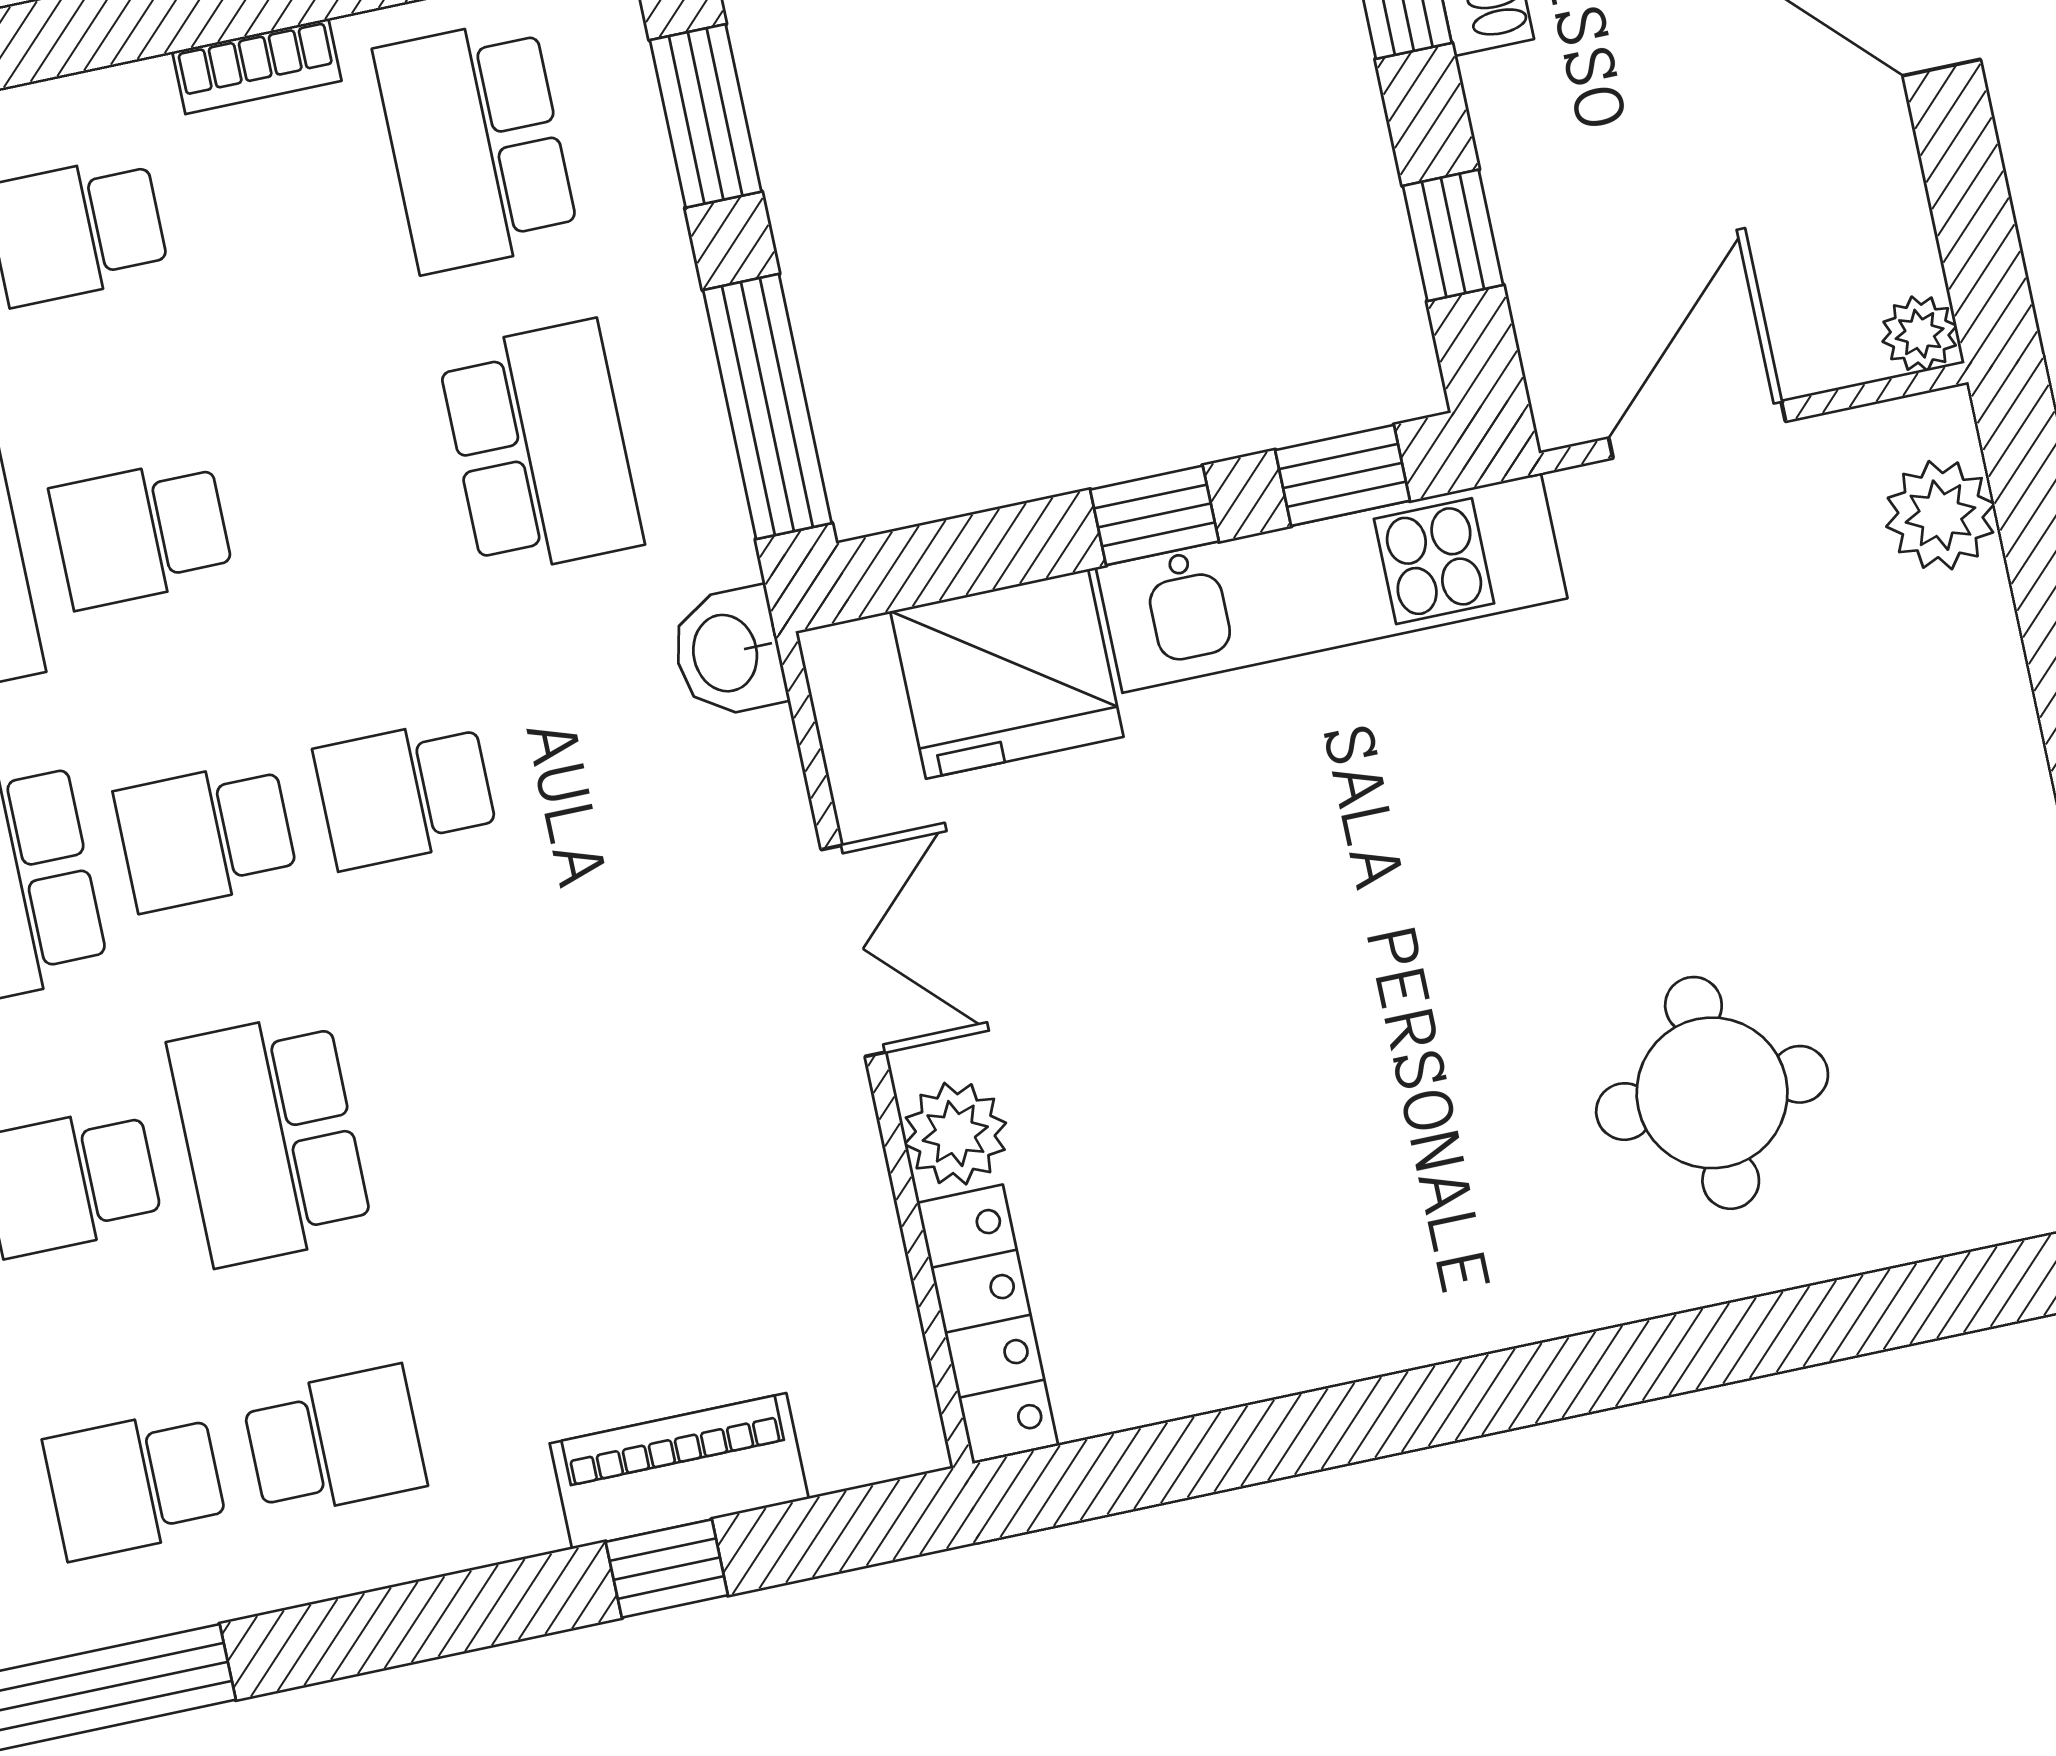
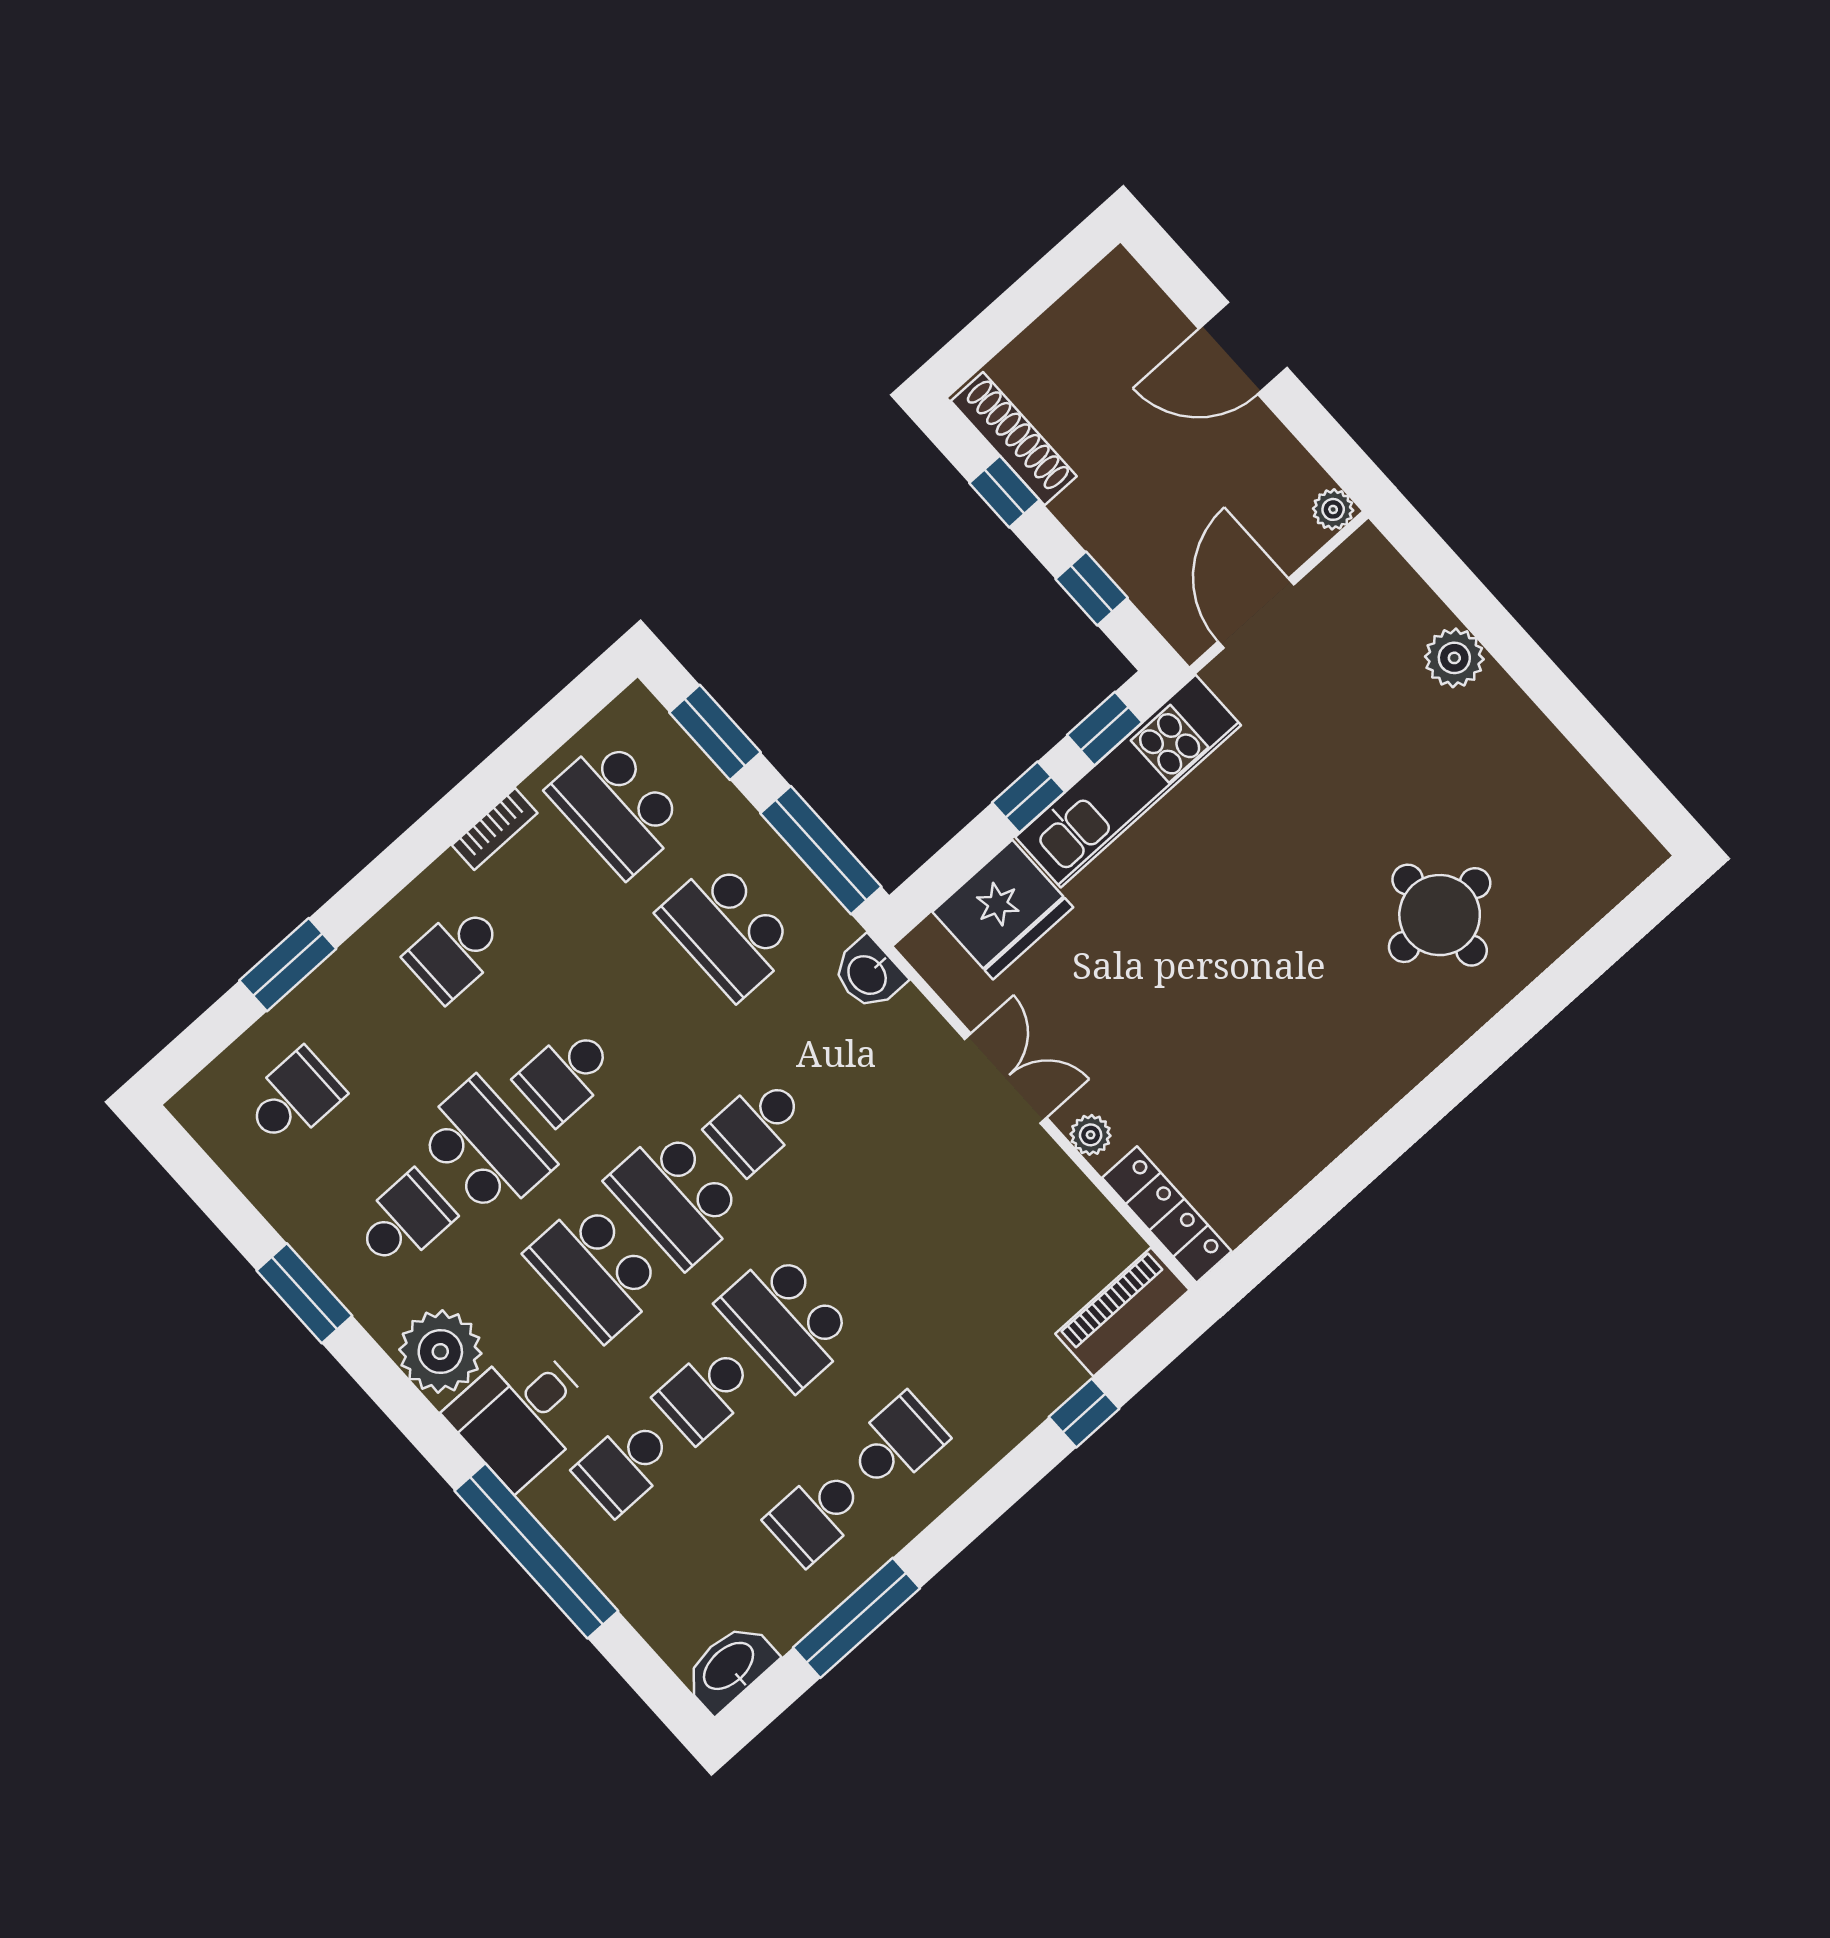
school desk: (541, 448) -> (727, 930), turned 180
plant: (1940, 515) -> (1454, 658), moved
school desk: (206, 836) -> (676, 1198), width x1.85
plant: (955, 1134) -> (1091, 1135), width x0.73, depth x0.73
piano: (679, 1471) -> (1122, 1312), moved

